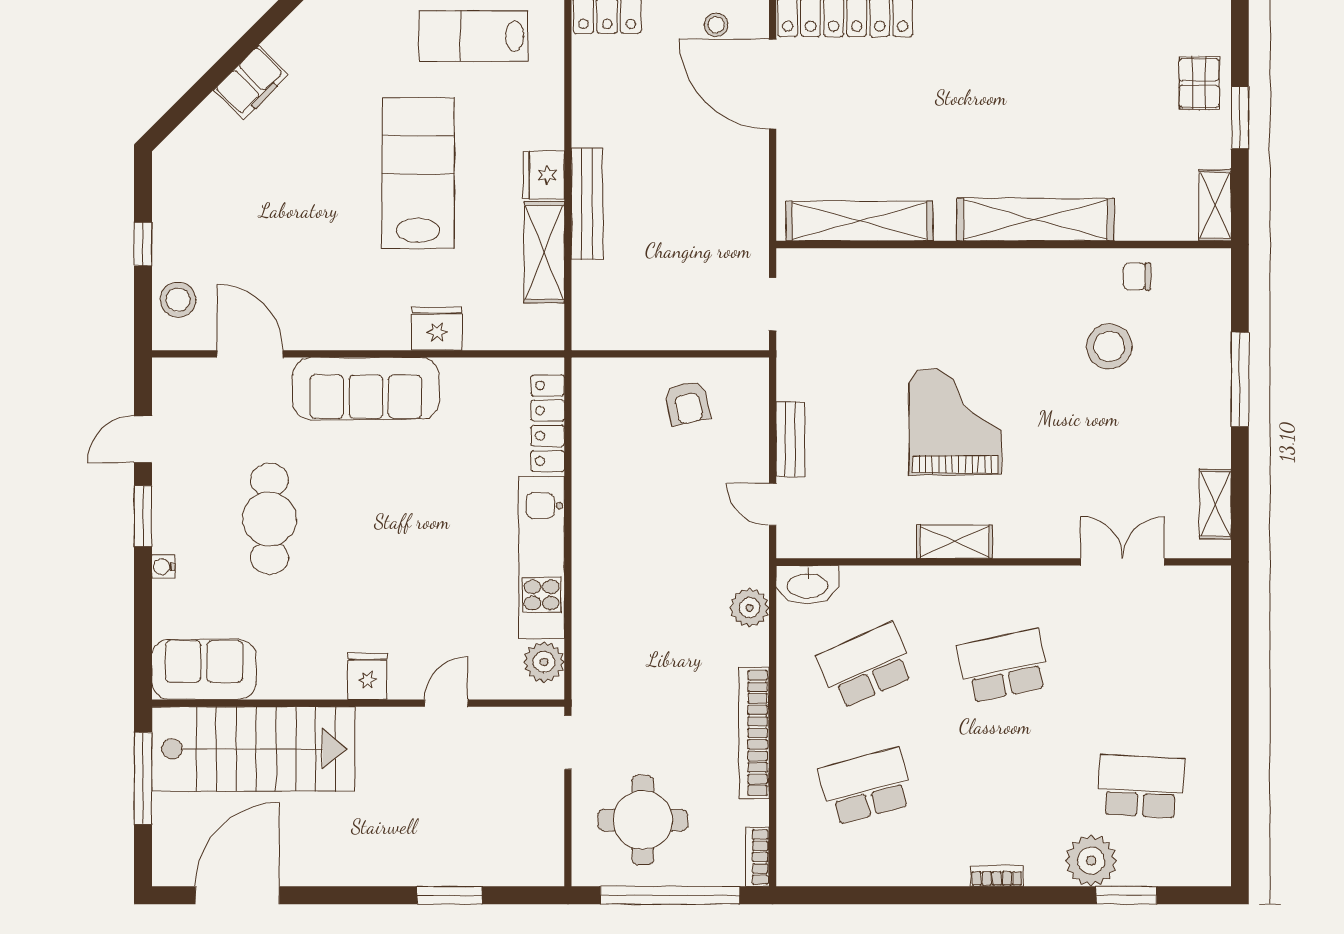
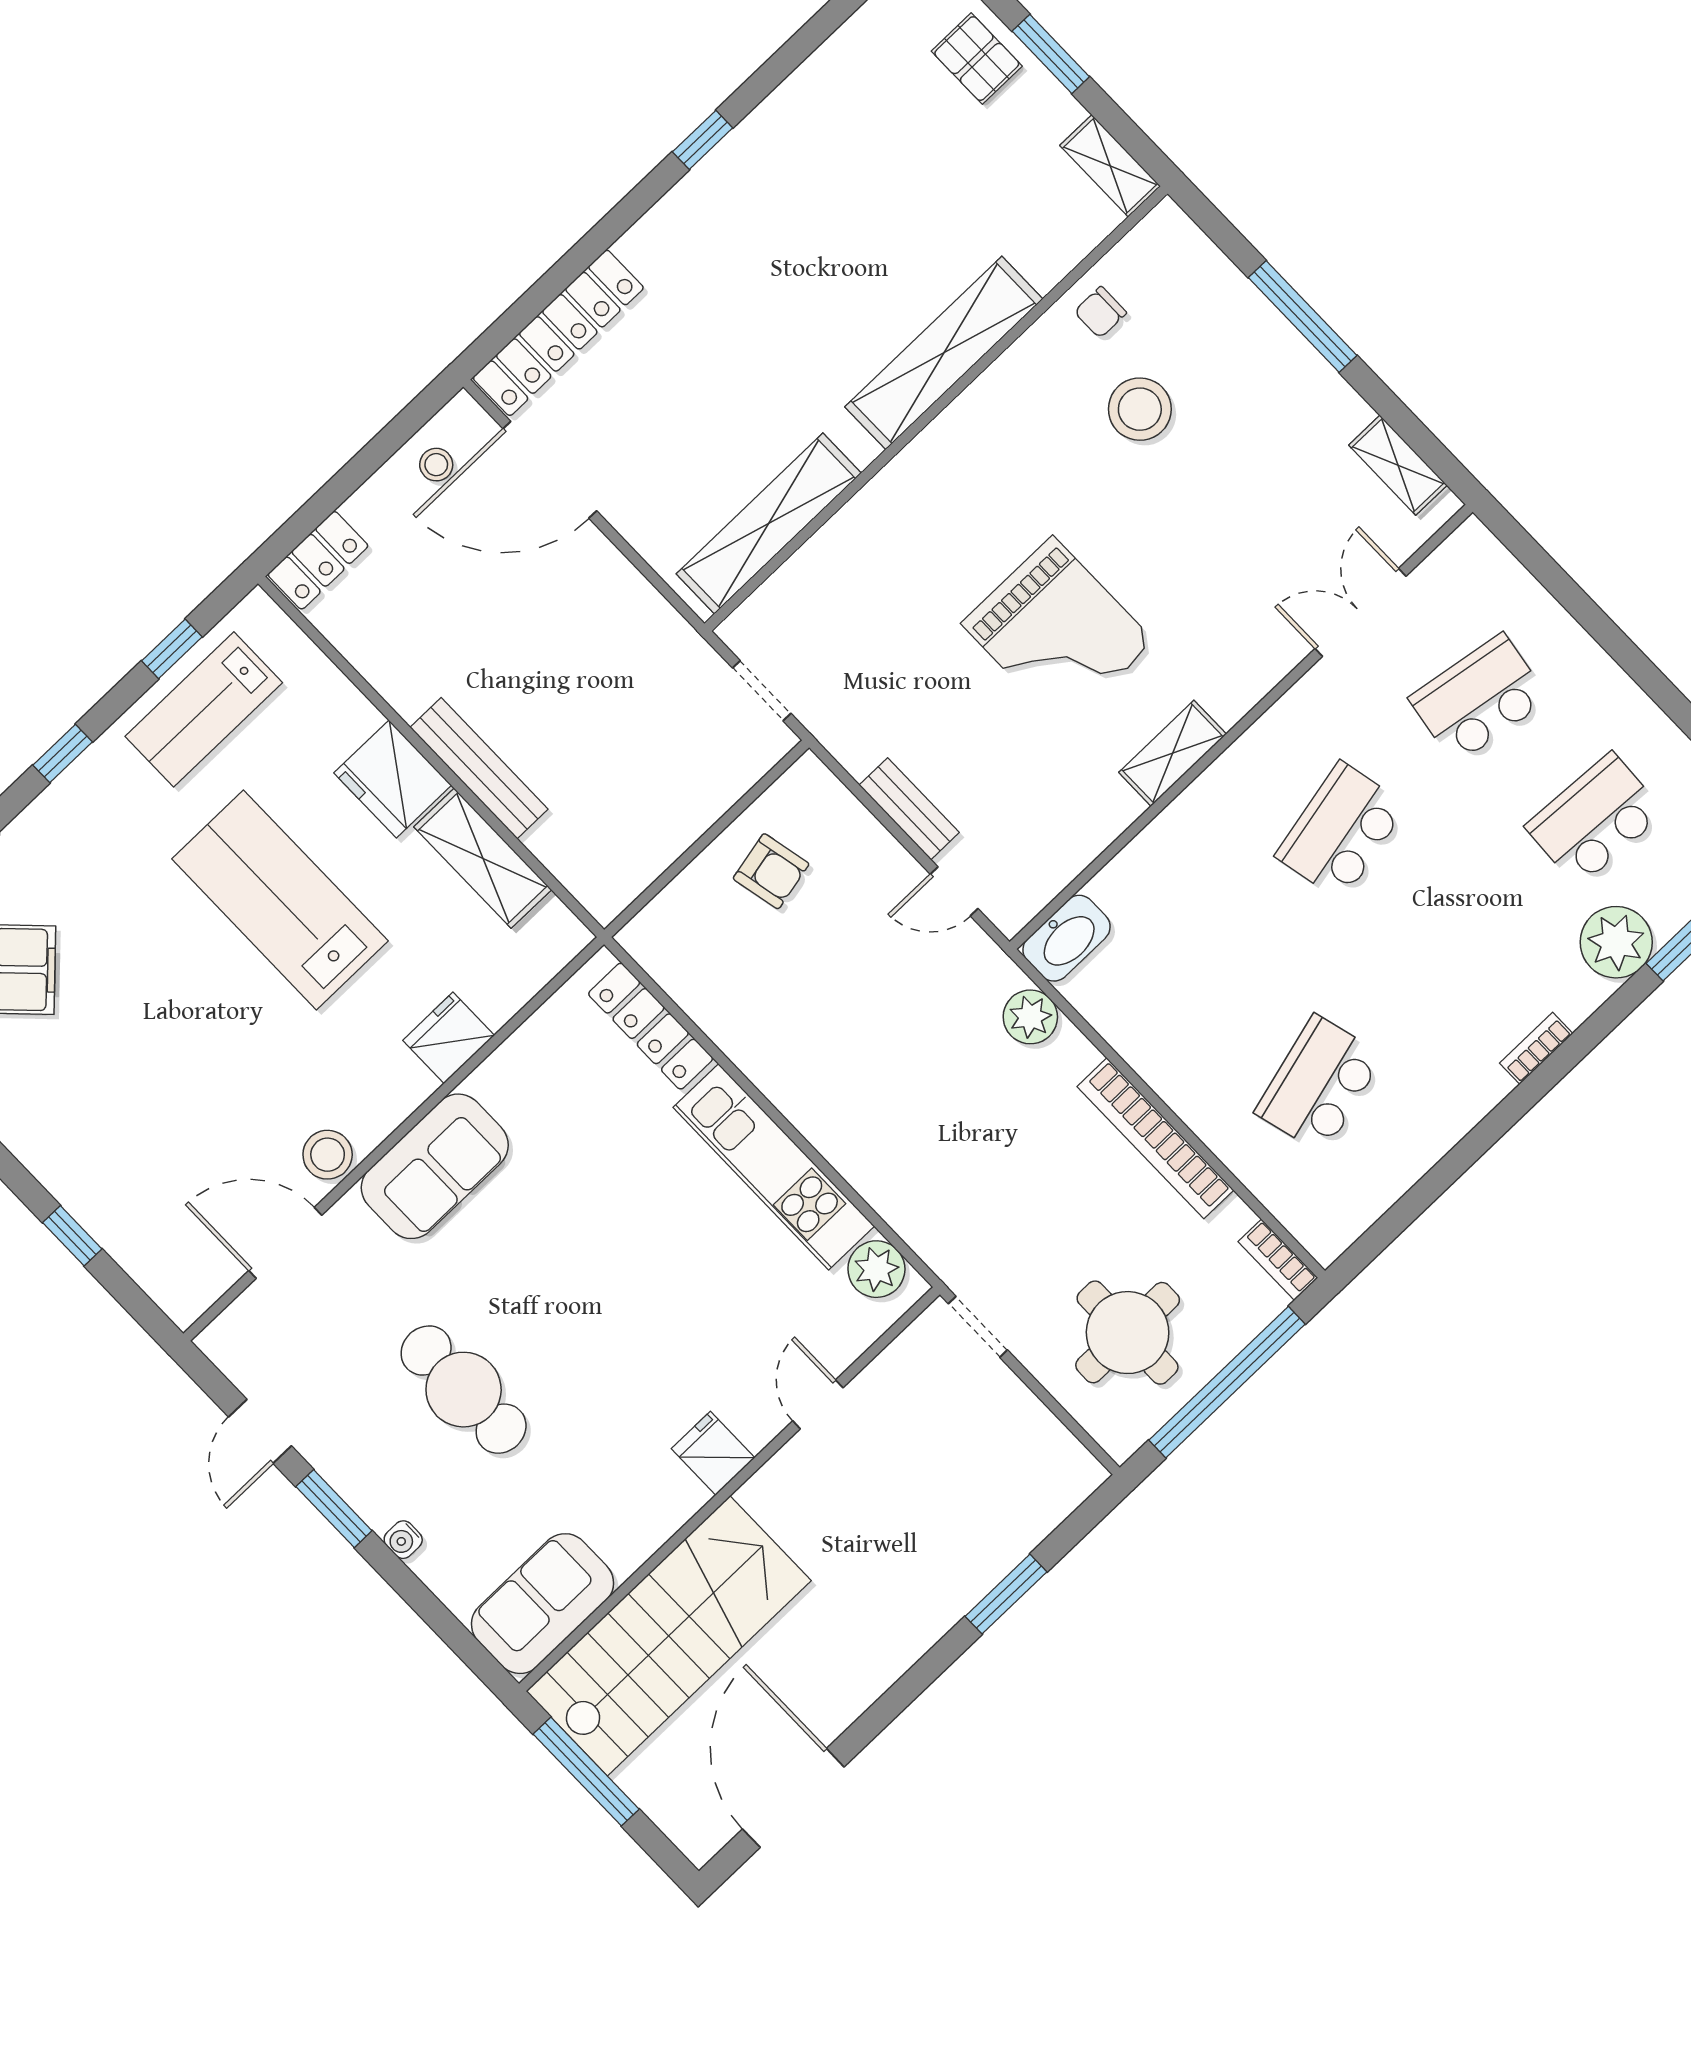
fridge: (544, 175) -> (393, 779), width x1.36, depth x1.34
stool: (178, 300) -> (328, 1155), moved
sofa: (366, 389) -> (435, 1166), width x0.73
grand piano: (955, 422) -> (1058, 633), turned 180
school desk: (866, 666) -> (1479, 699), moved, turned 33

